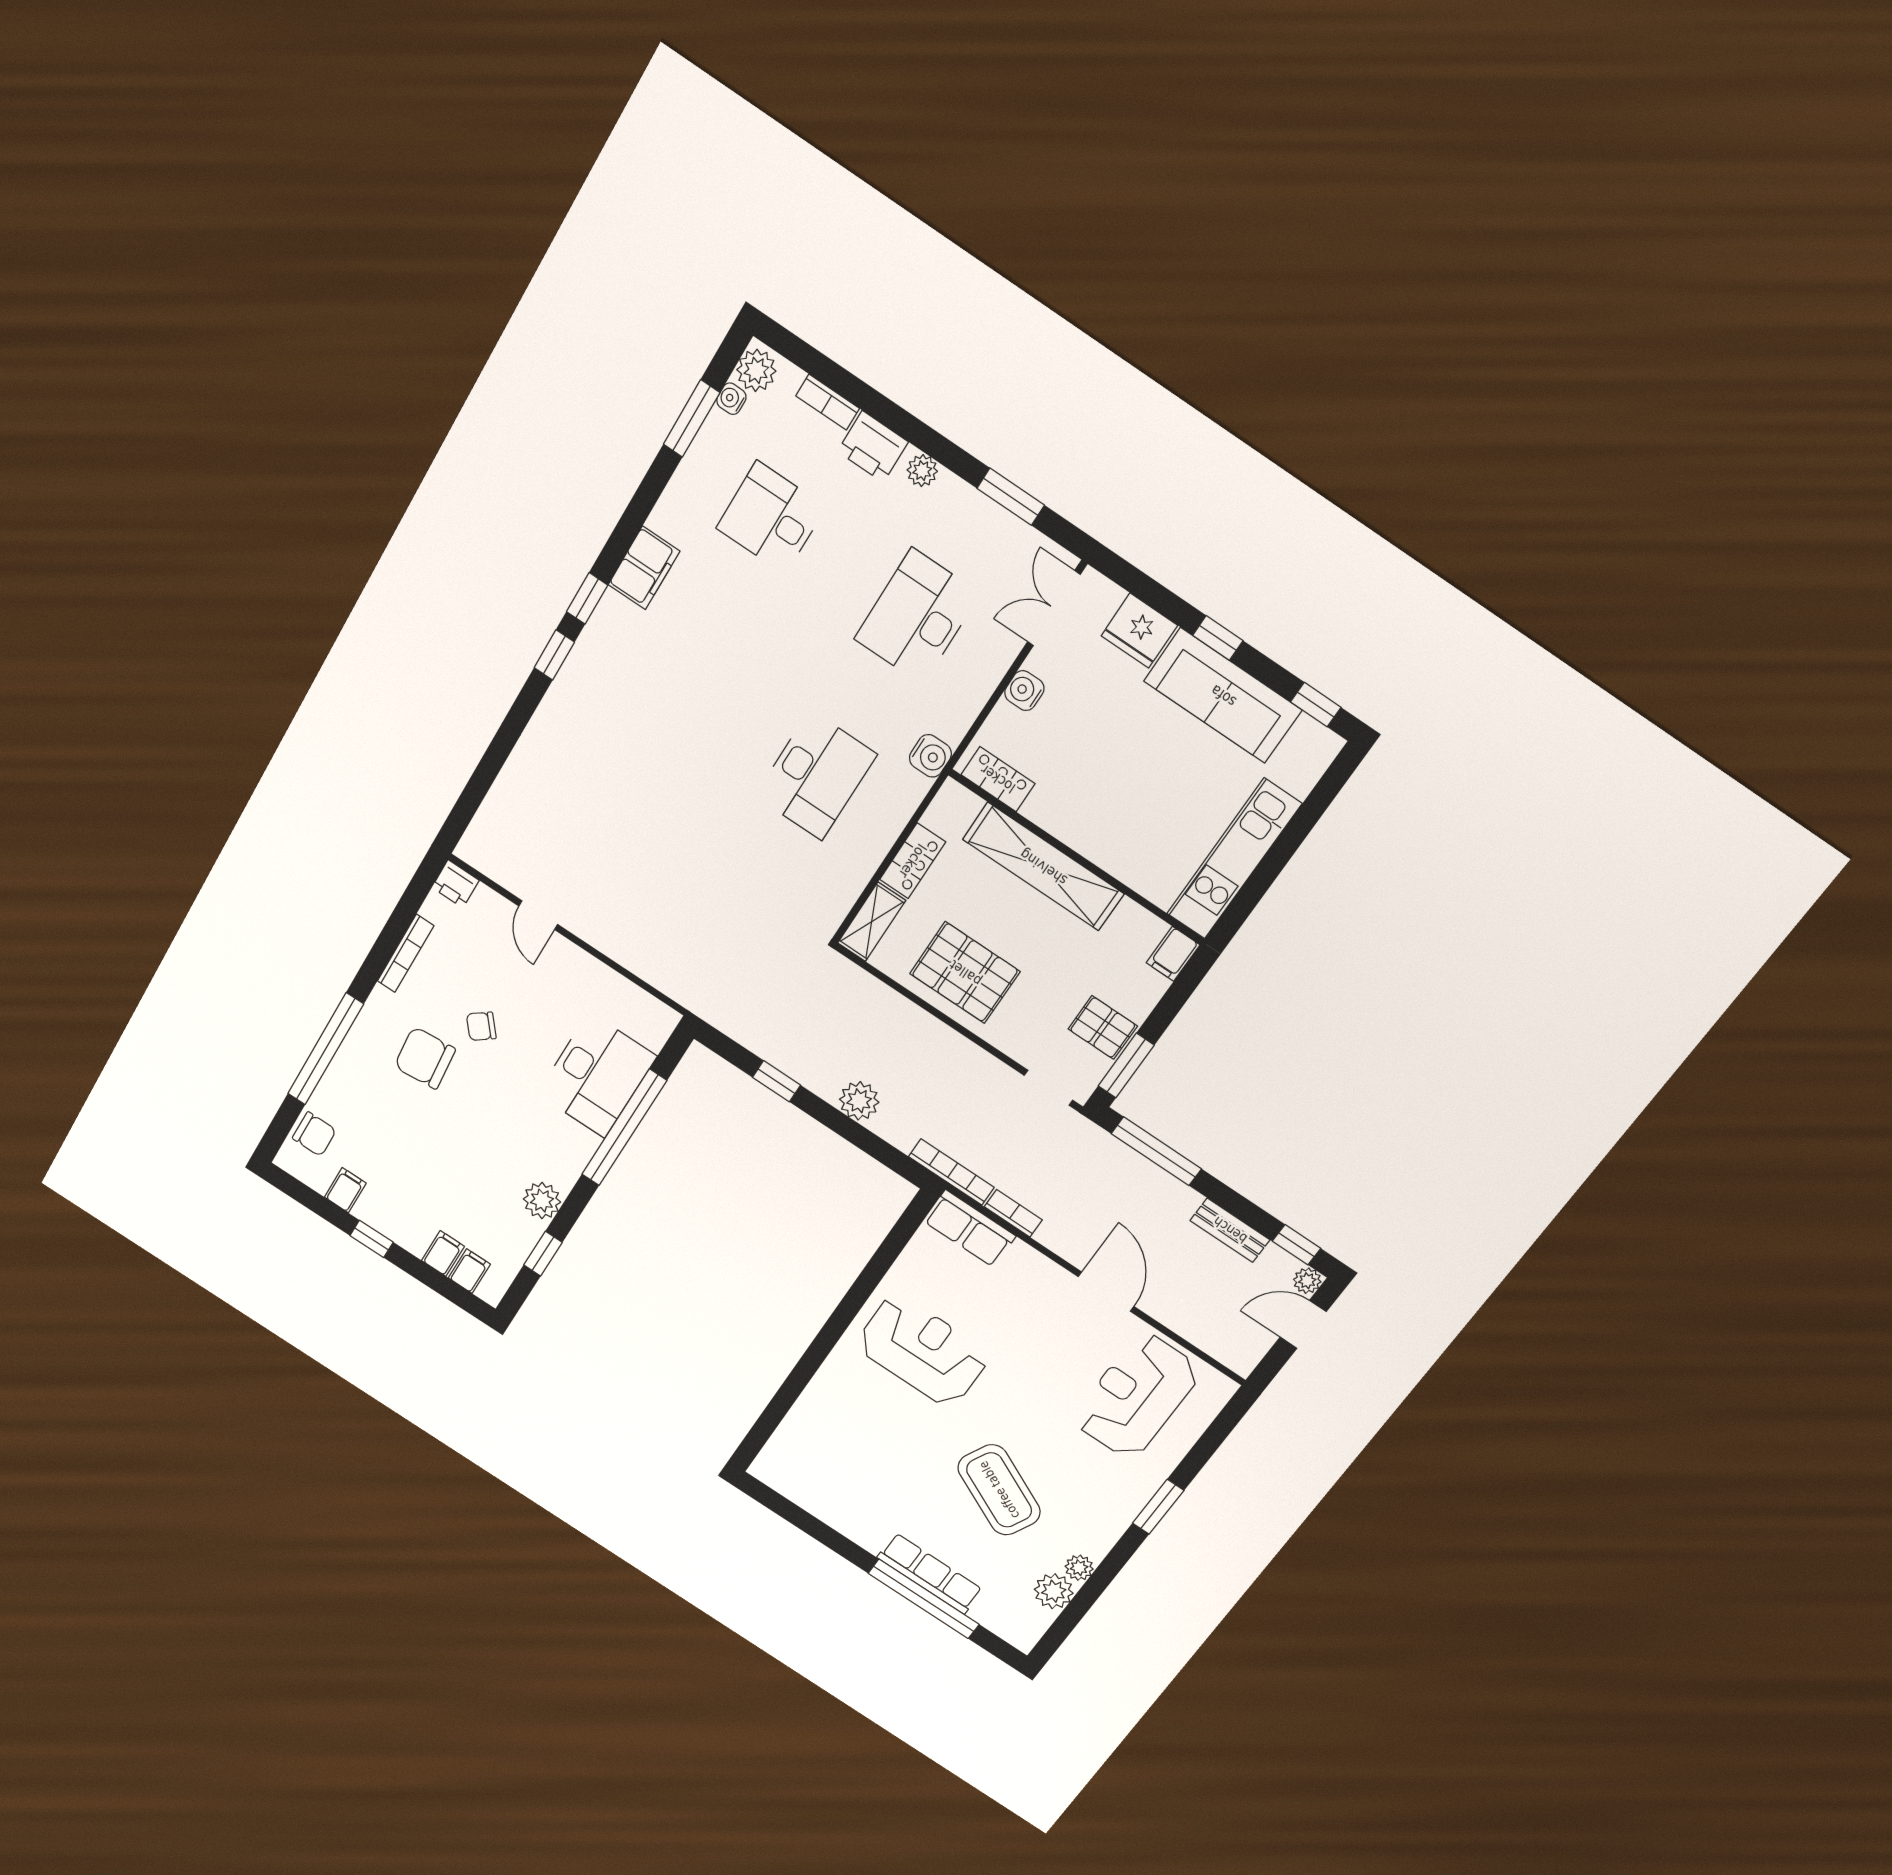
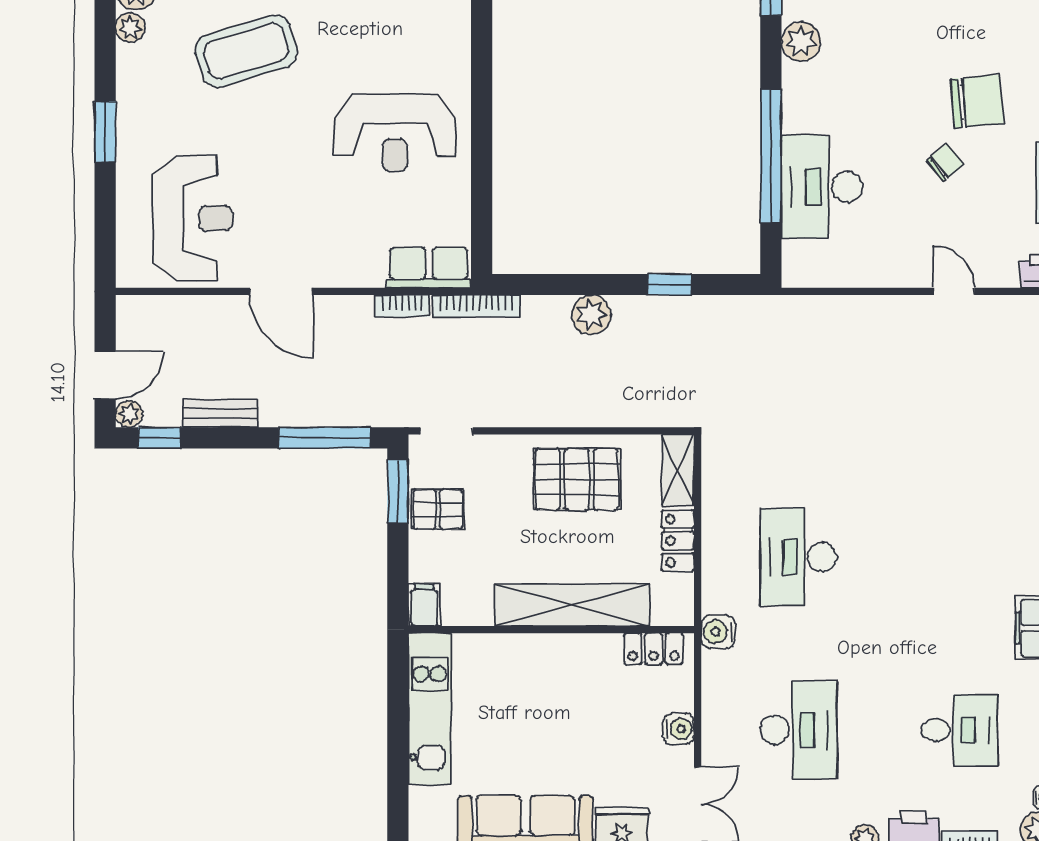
coffee table: (999, 1490) -> (246, 51), turned -43

